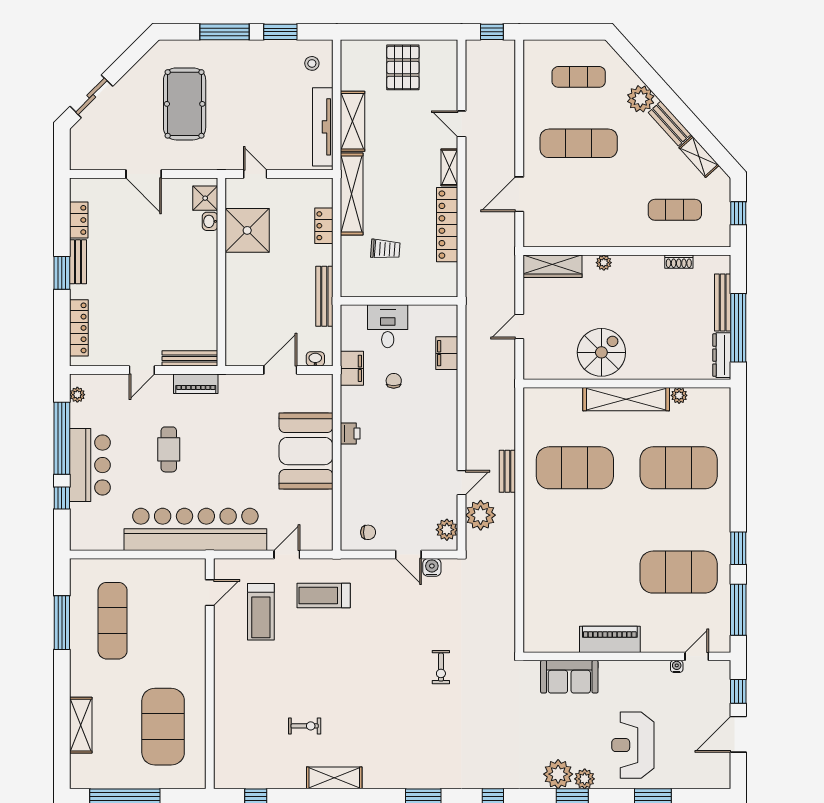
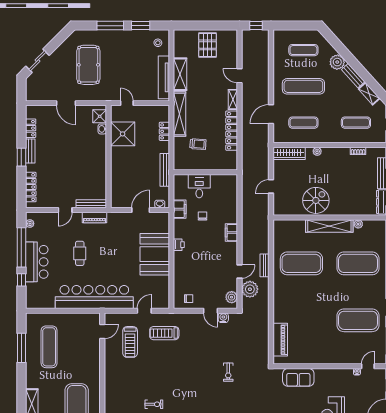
exercise mat: (579, 210) -> (303, 123), added
filing cabinet: (447, 353) -> (231, 233), moved
piano: (610, 639) -> (280, 340), moved, turned 90

